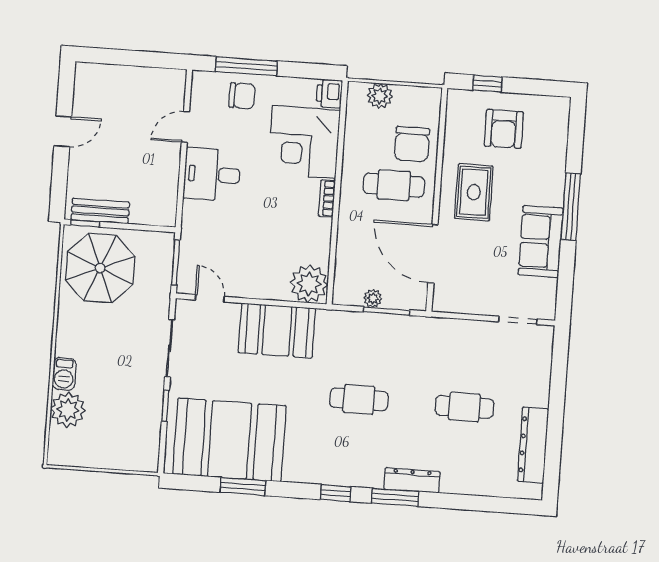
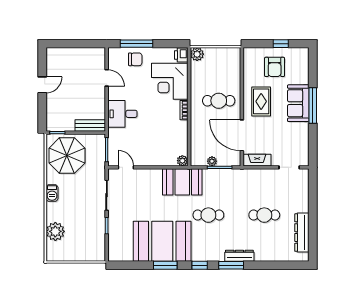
window: (487, 84) -> (281, 44), moved
plant: (380, 96) -> (197, 54), moved
door: (185, 127) -> (107, 78), swing flipped
chair: (412, 144) -> (227, 78), removed
desk: (212, 174) -> (122, 114), moved
bench: (100, 211) -> (90, 125), moved
sofa: (541, 241) -> (298, 103), moved
plant: (309, 284) -> (182, 161), width x0.53, depth x0.53
fireplace: (458, 302) -> (257, 160), added
booth: (277, 331) -> (182, 182), moved
barbecue: (64, 374) -> (52, 193), moved
booth: (229, 440) -> (162, 241), moved
window: (243, 486) -> (165, 265), moved

